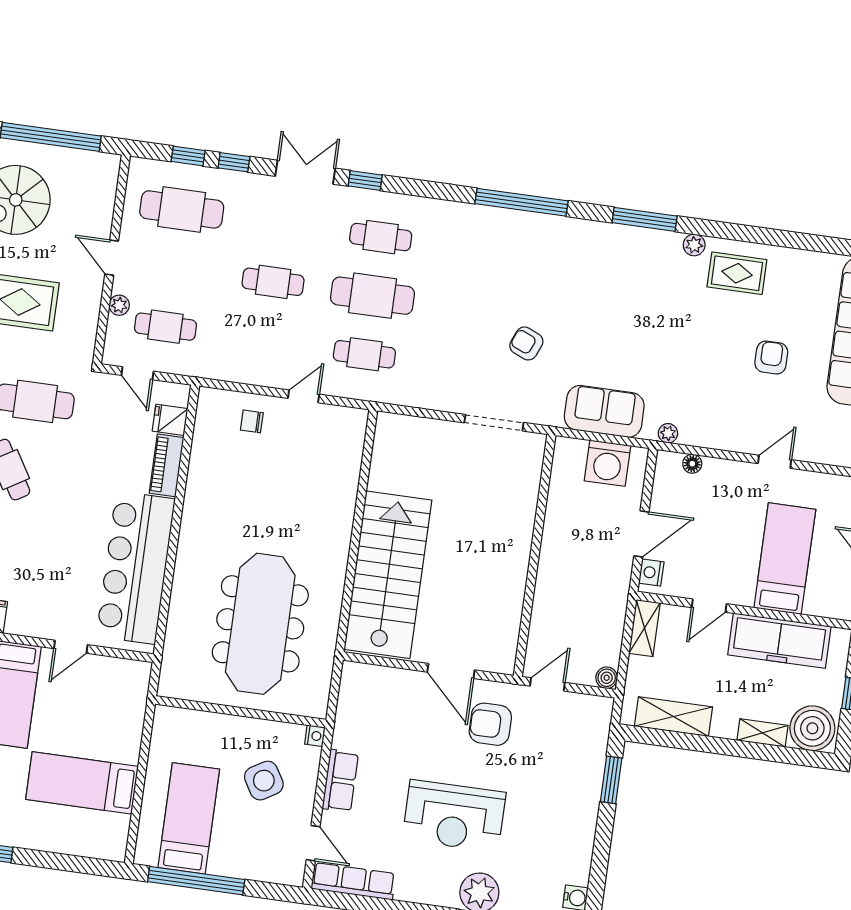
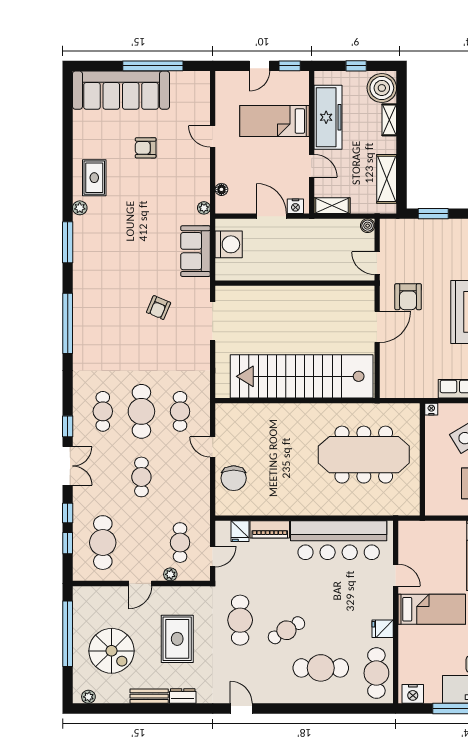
double door: (305, 172) -> (68, 466), swing flipped
chair: (252, 421) -> (234, 478), width x1.87, depth x1.87
stairs: (388, 575) -> (302, 376), width x1.36

